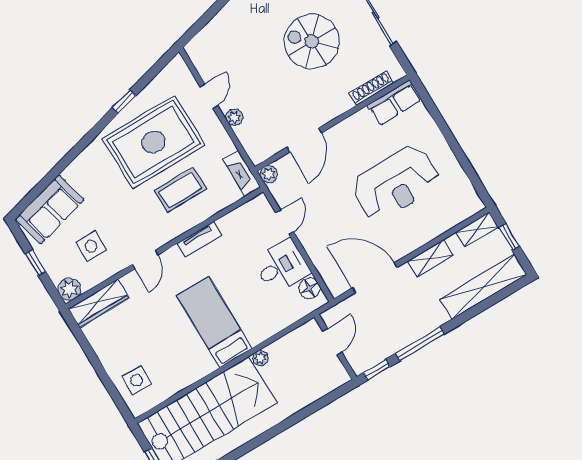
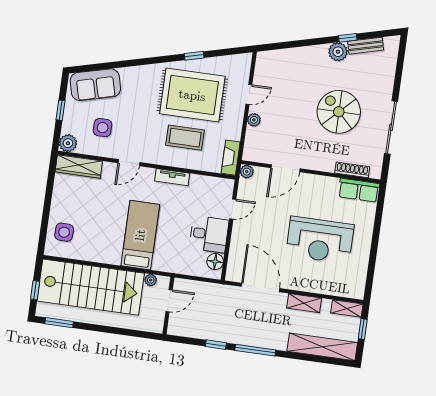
door: (332, 342) -> (169, 301), moved
wall: (335, 347) -> (168, 306), moved

